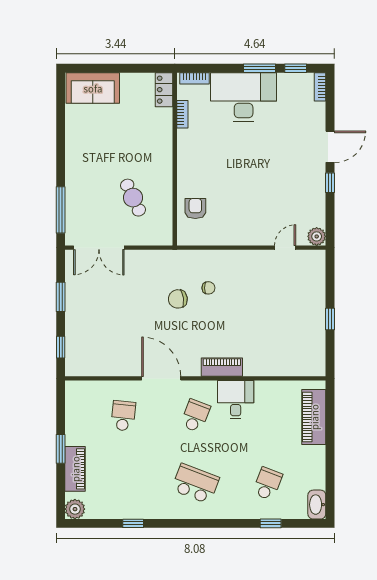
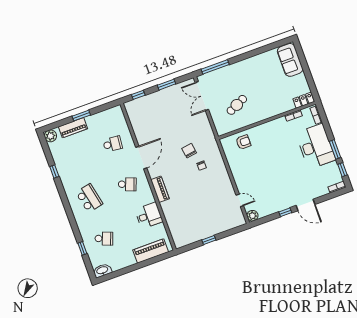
desk: (236, 400) -> (149, 216), moved
school desk: (195, 484) -> (89, 198), turned -33

